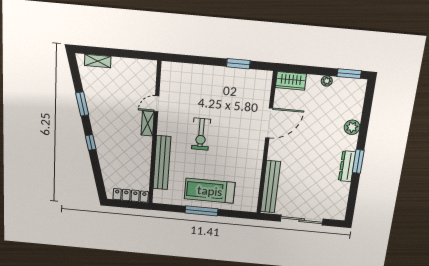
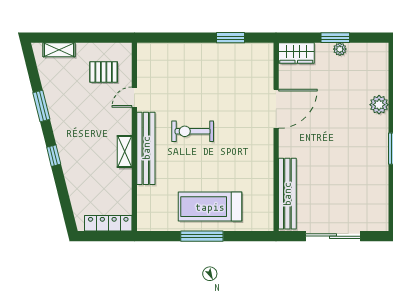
window: (349, 74) -> (335, 38), moved
pallet: (133, 82) -> (104, 72), added
shelving: (148, 123) -> (125, 152), moved
exercise bike: (201, 134) -> (193, 131), turned 90
bench: (162, 163) -> (146, 148), moved
dresser: (347, 166) -> (381, 156), removed

